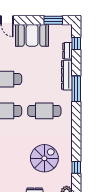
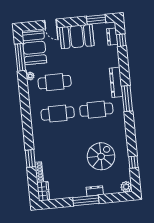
dresser: (68, 51) -> (112, 37), moved
dresser: (67, 75) -> (116, 82), moved
window: (76, 89) -> (127, 99), moved

